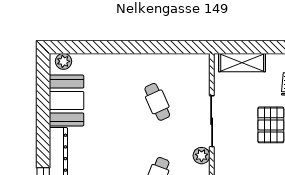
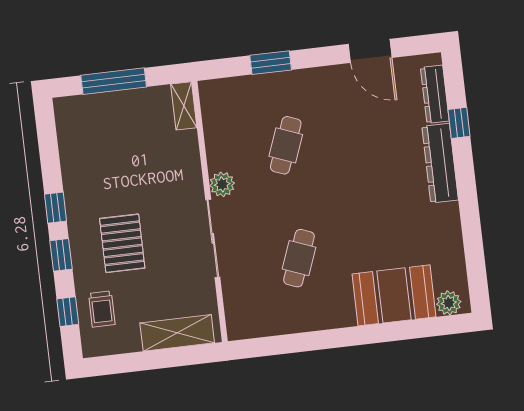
booth: (67, 101) -> (394, 295), moved, turned 90
cafe table: (157, 102) -> (299, 258), turned 45

